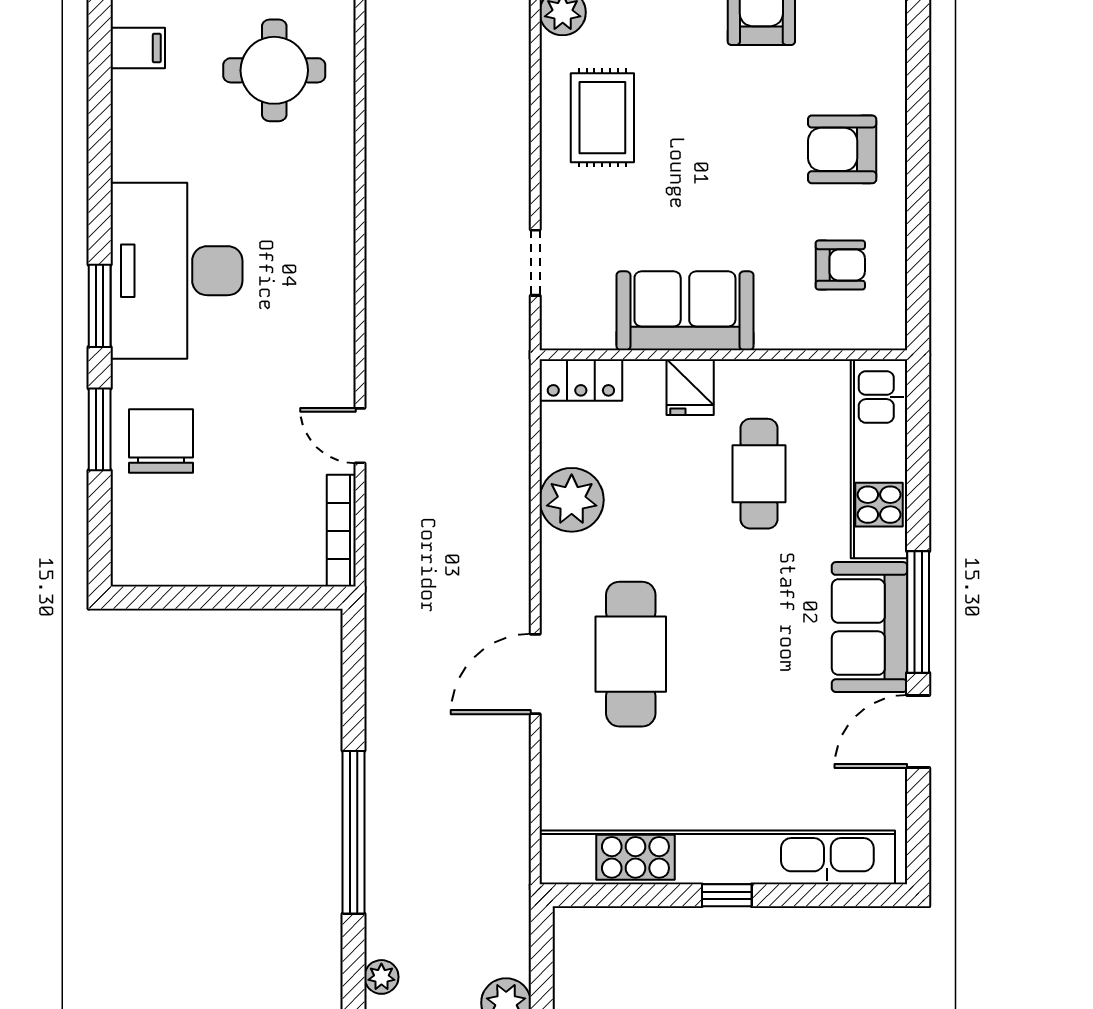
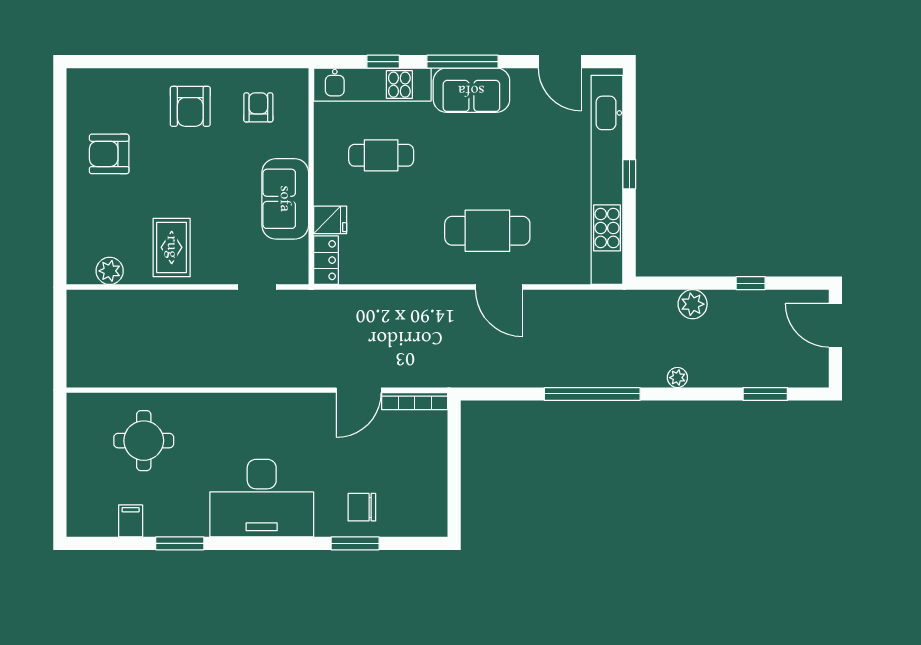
rug: (602, 118) -> (172, 247), turned 90
window: (100, 306) -> (180, 543), moved
fridge: (690, 387) -> (330, 220), moved
door: (360, 436) -> (359, 390), width x1.38
chair: (161, 441) -> (362, 507), width x0.73, depth x0.73
window: (918, 477) -> (383, 62), added
plant: (572, 500) -> (397, 266), removed
door: (918, 732) -> (560, 62), moved

